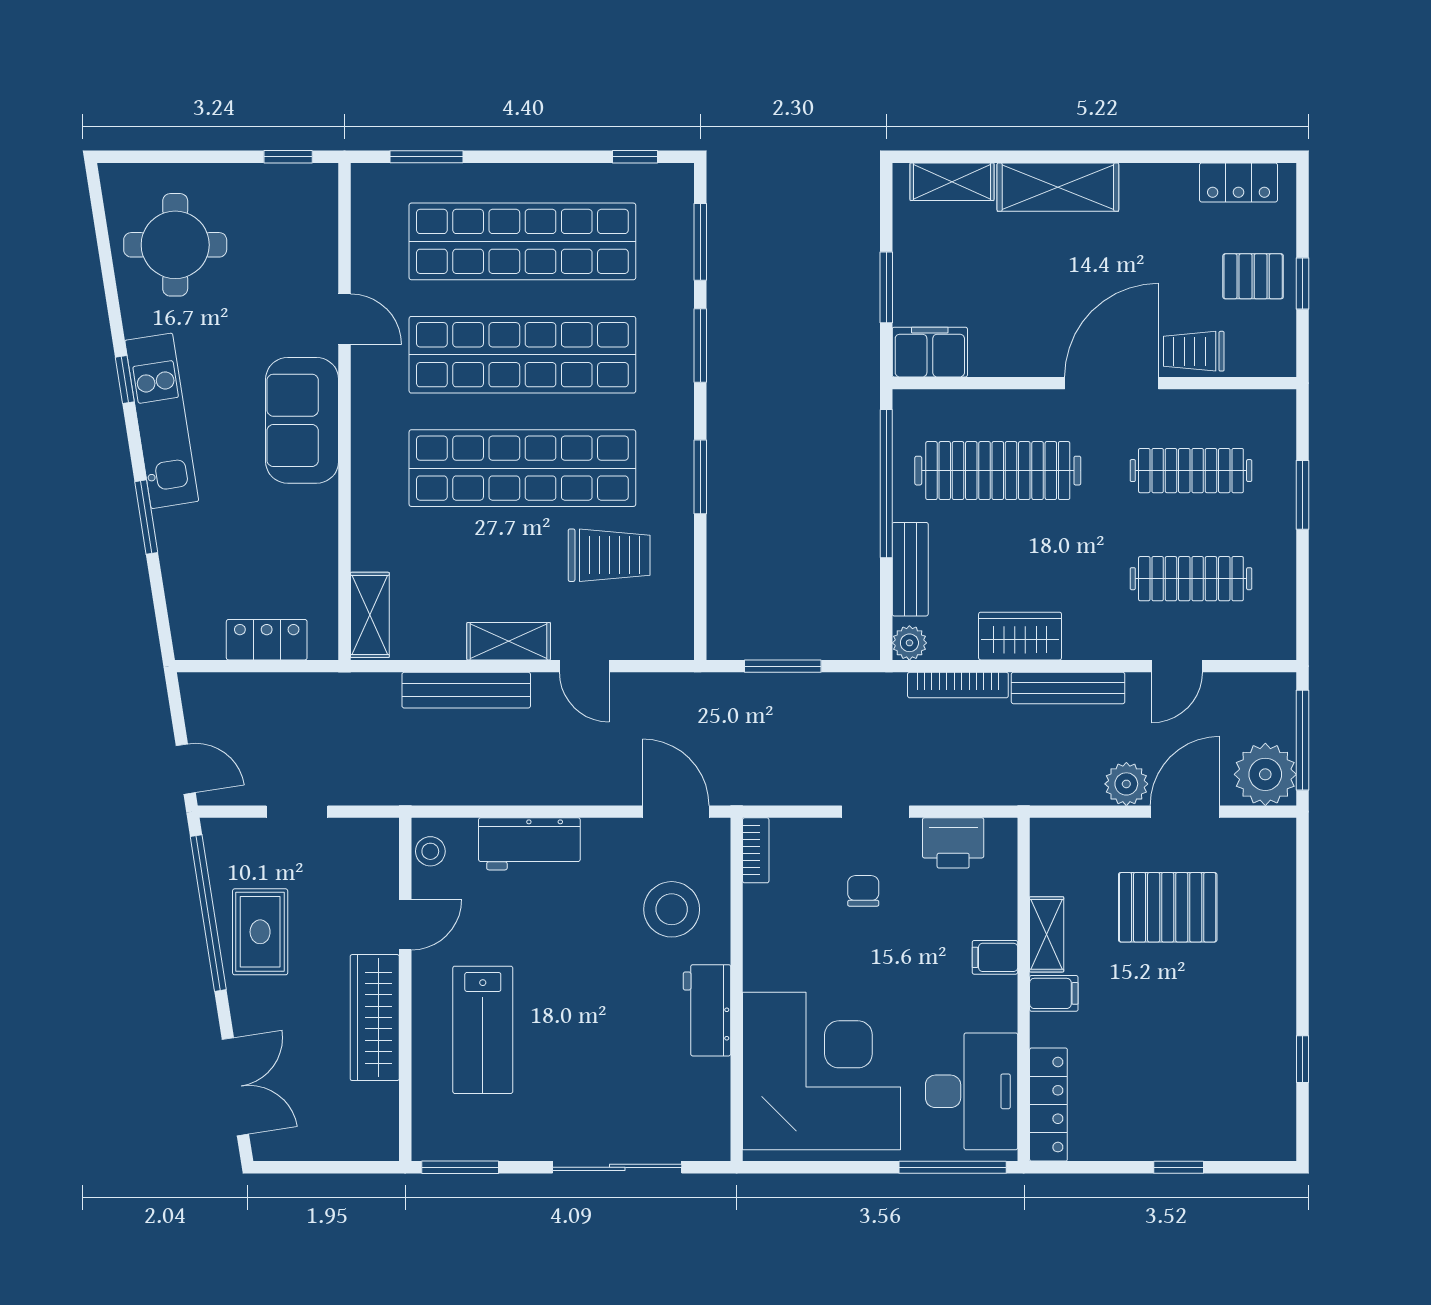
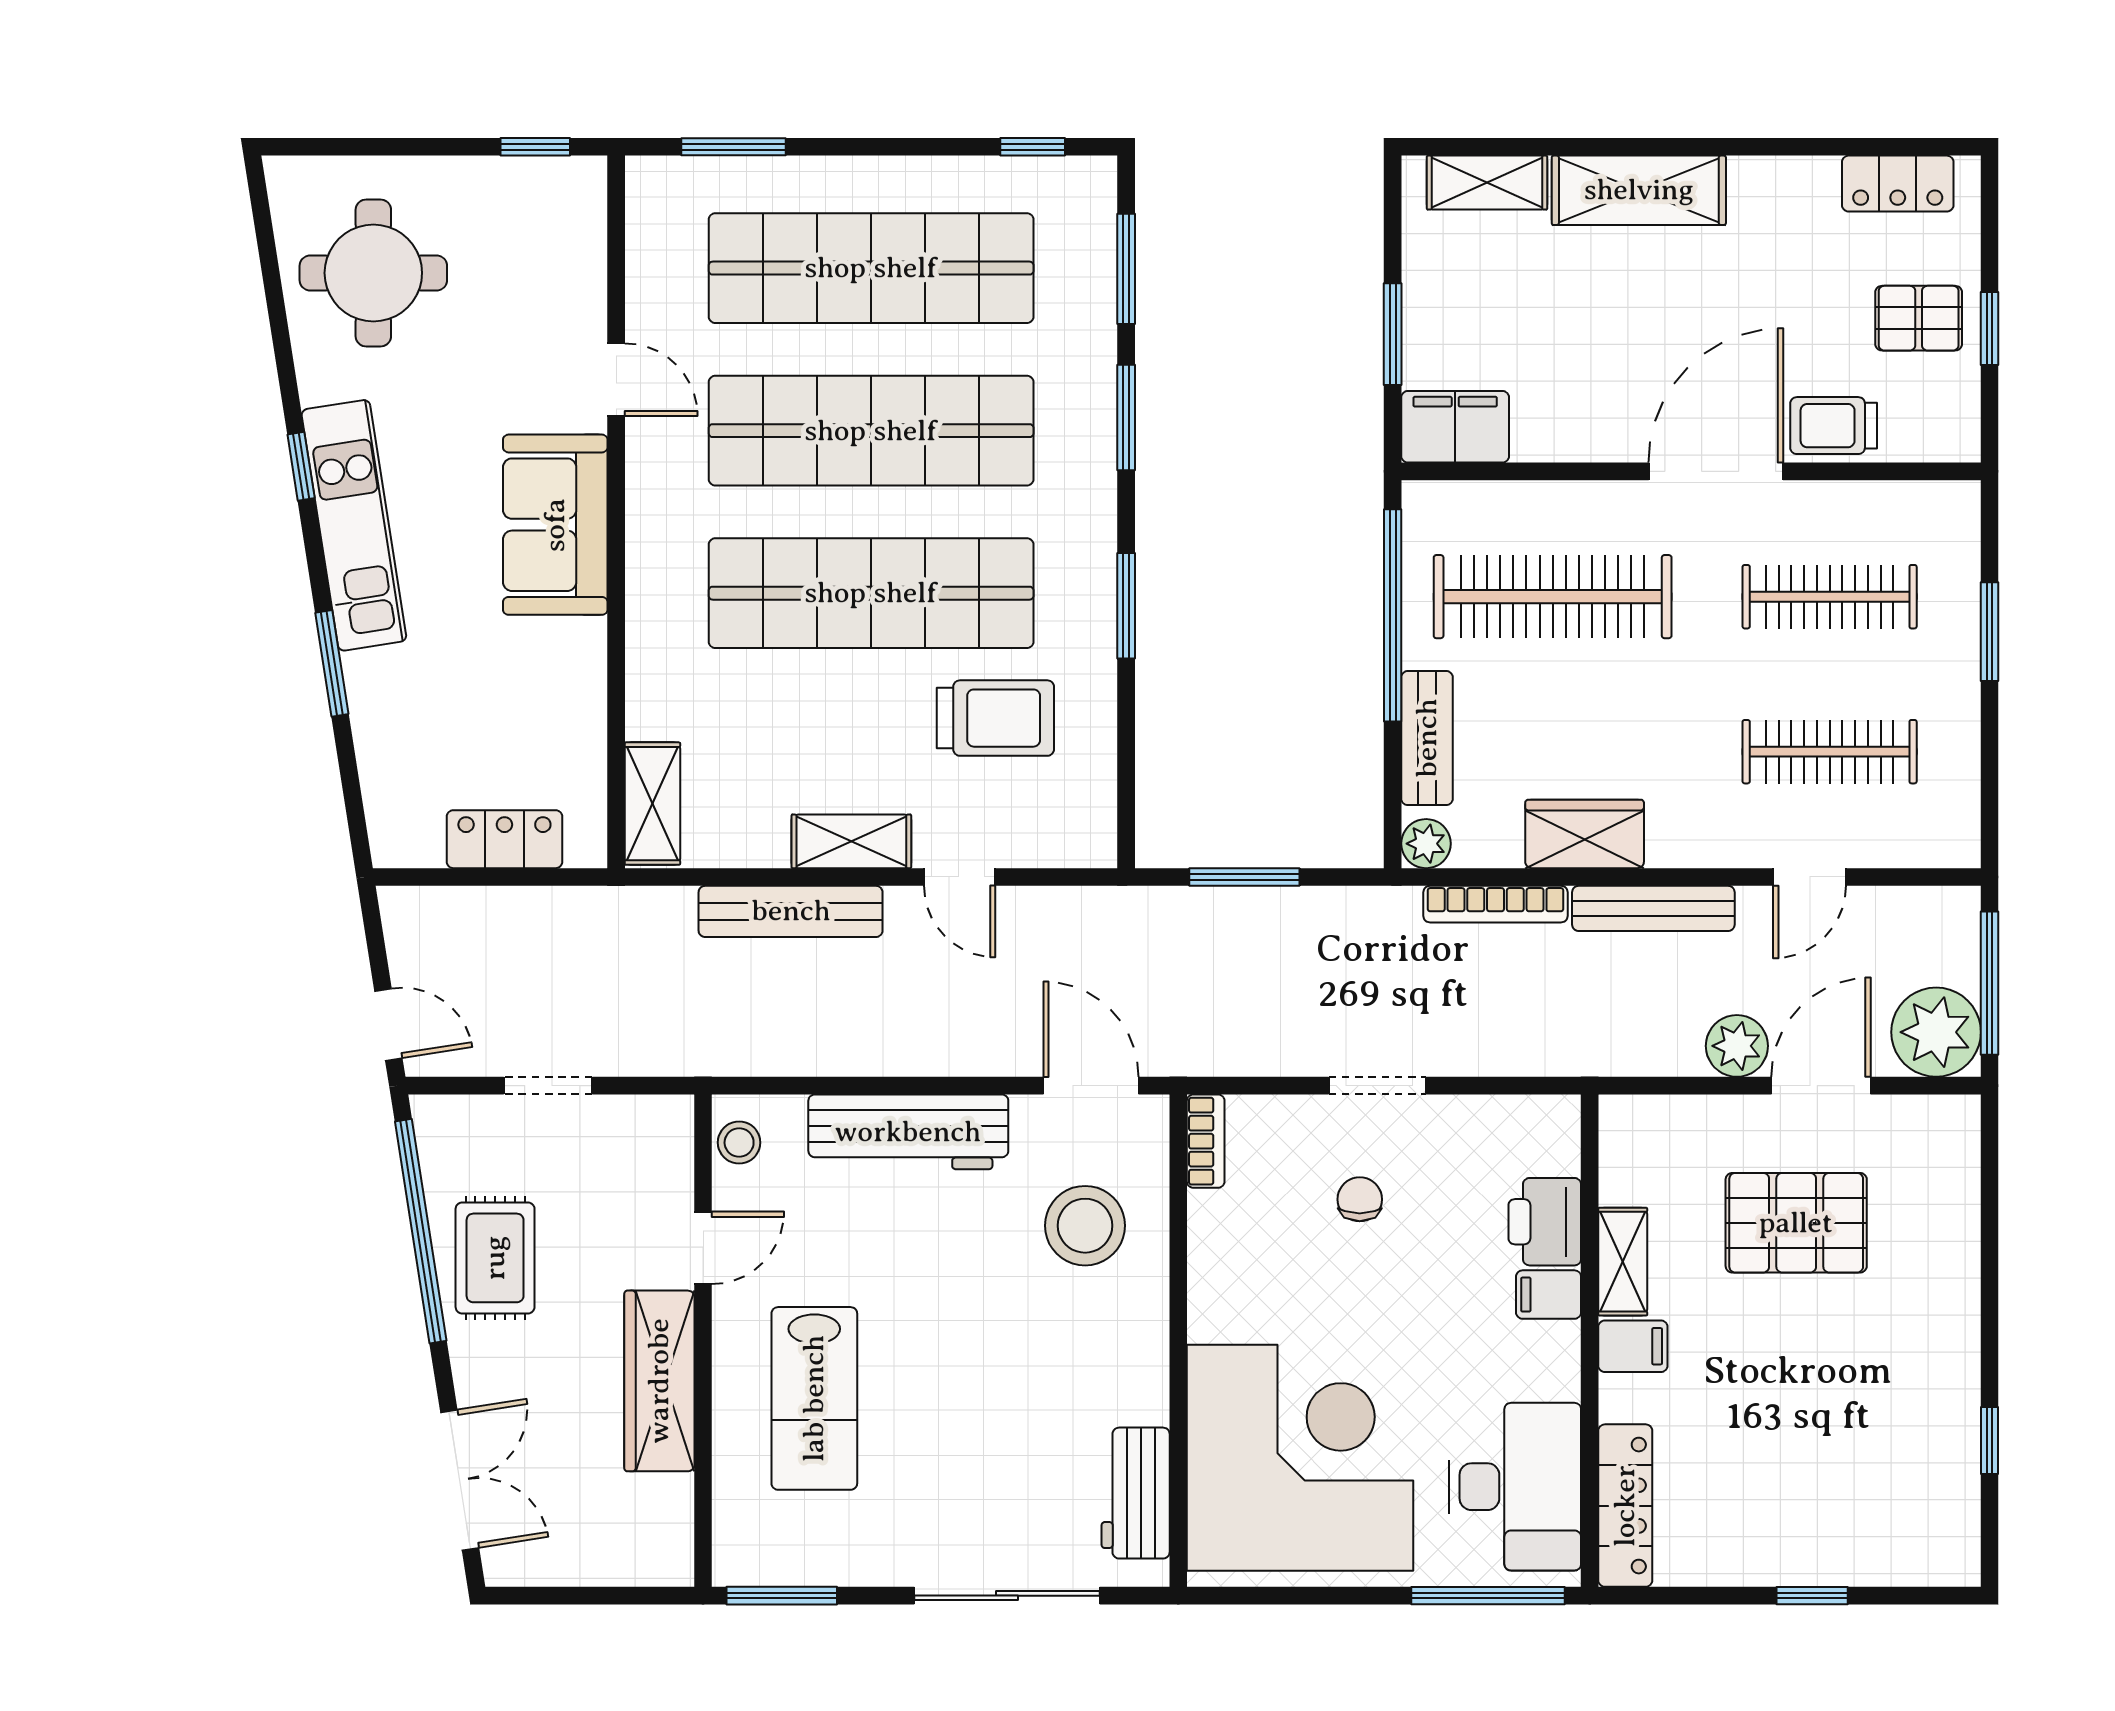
printer: (953, 843) -> (1545, 1222), moved, turned 90
workbench: (529, 844) -> (908, 1132), width x1.38
workbench: (707, 1010) -> (1136, 1493), moved

